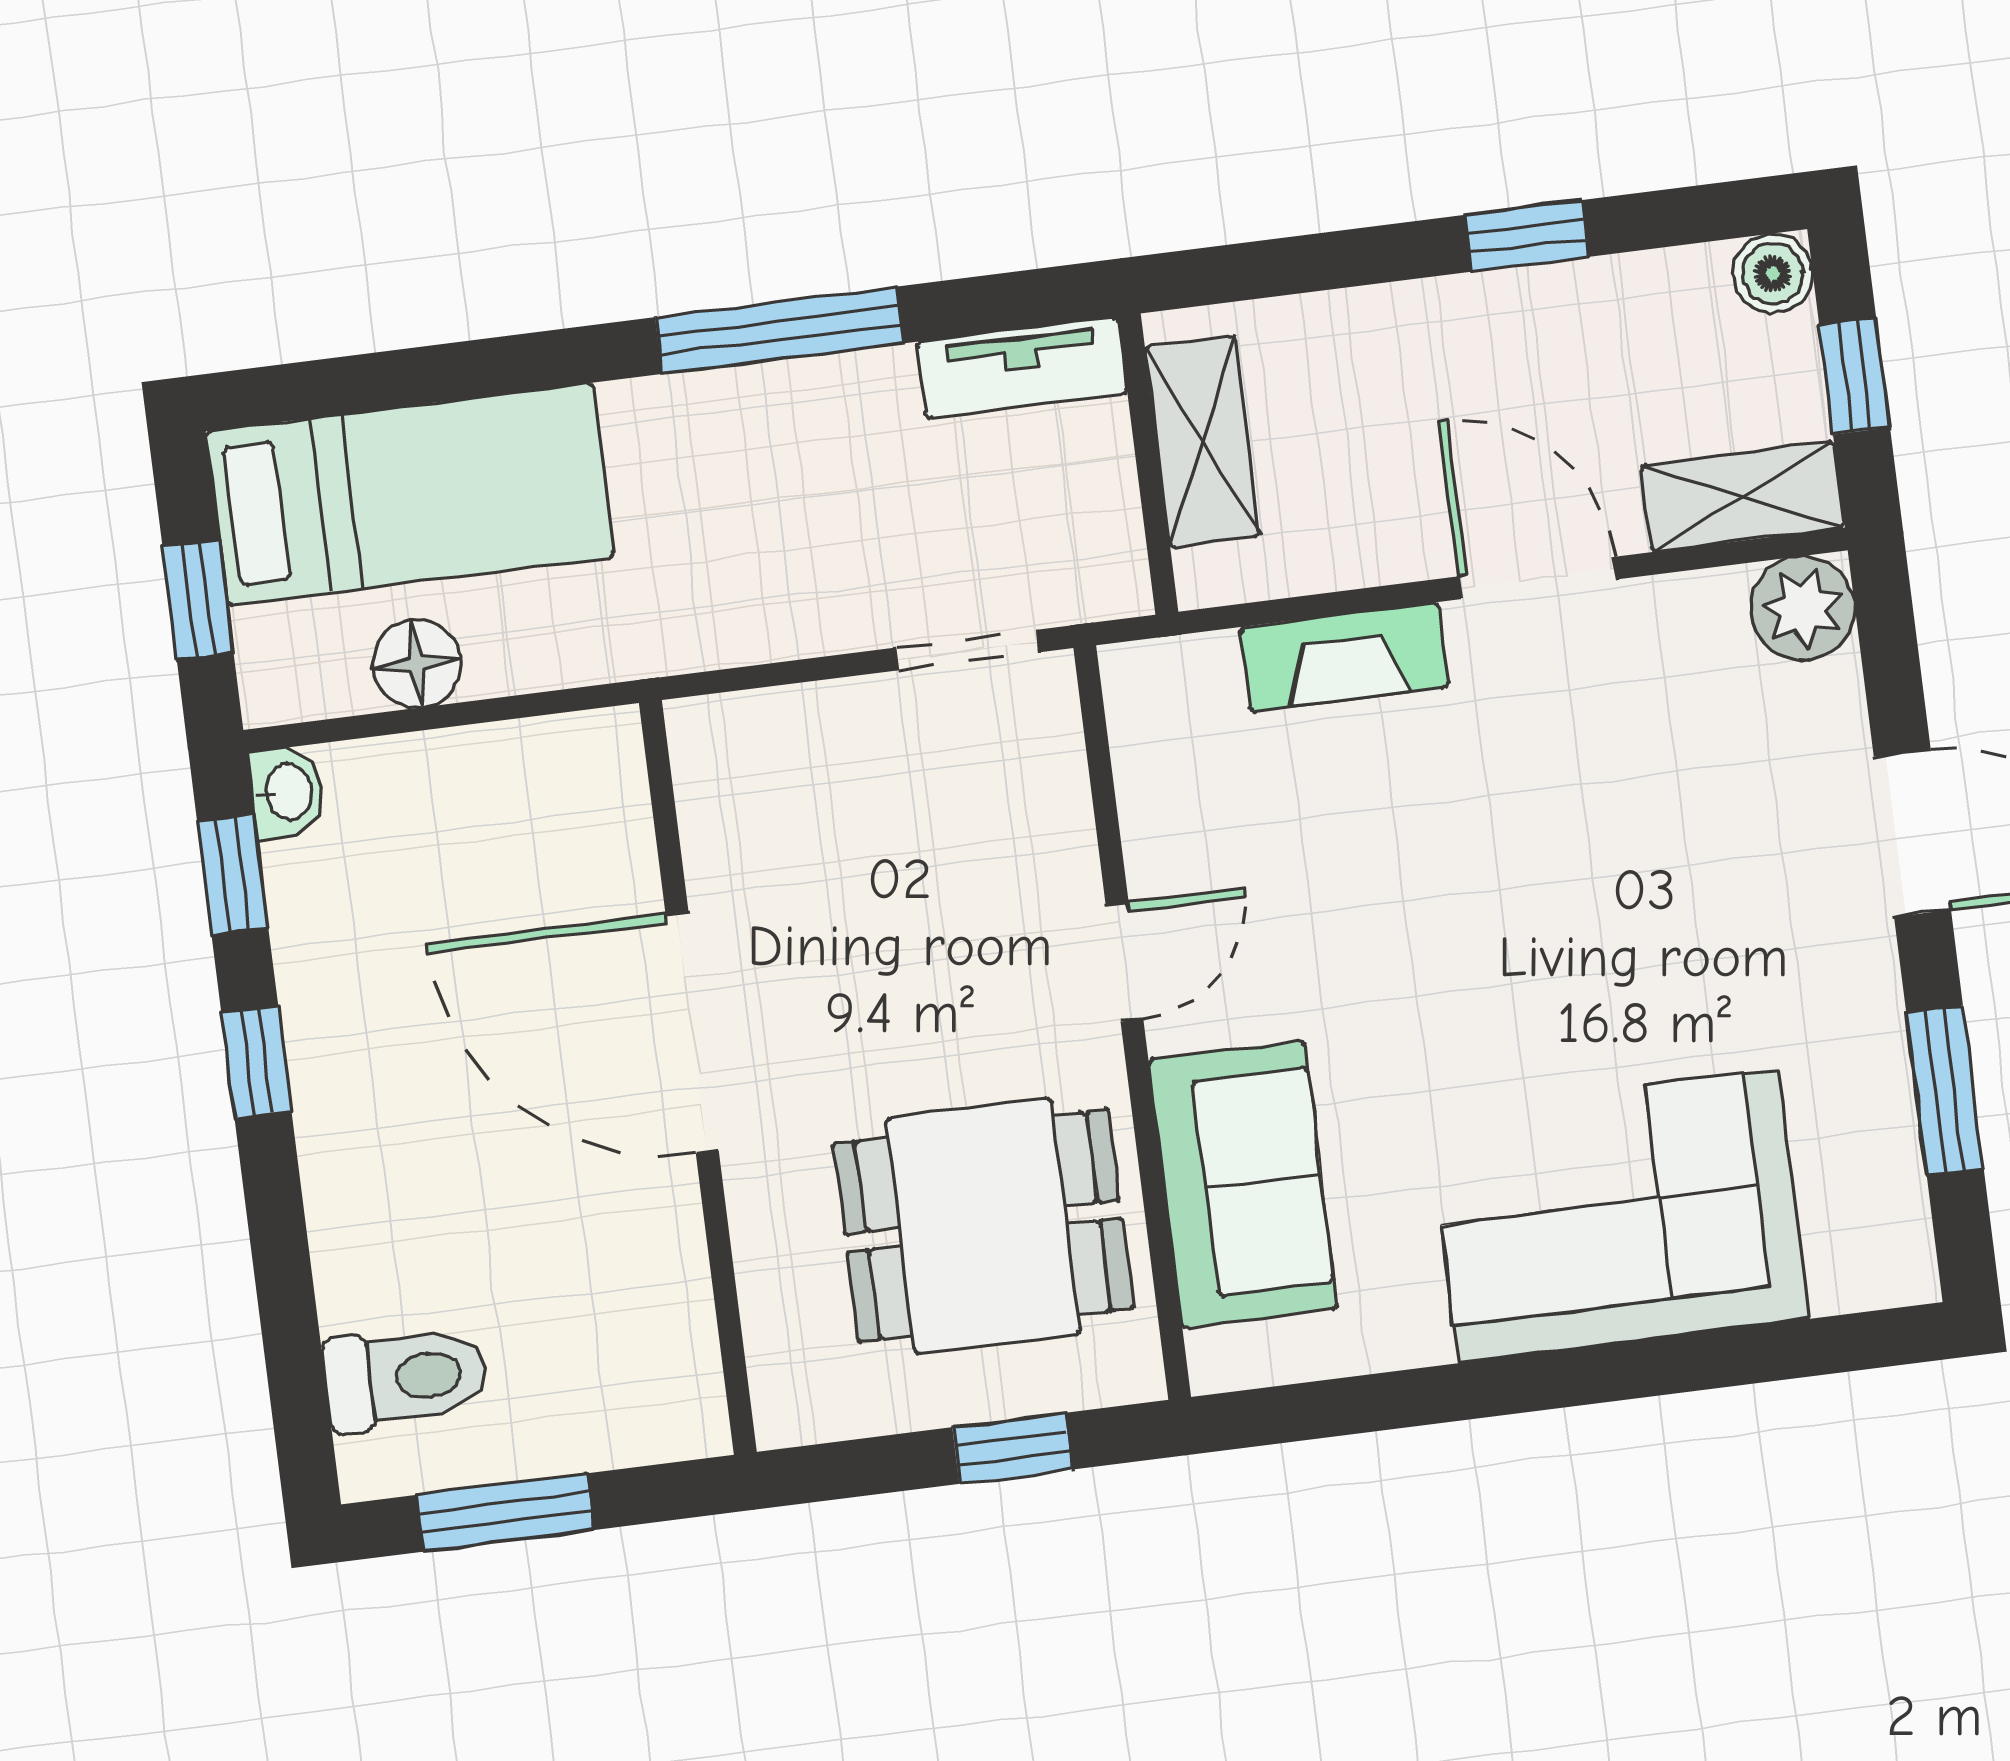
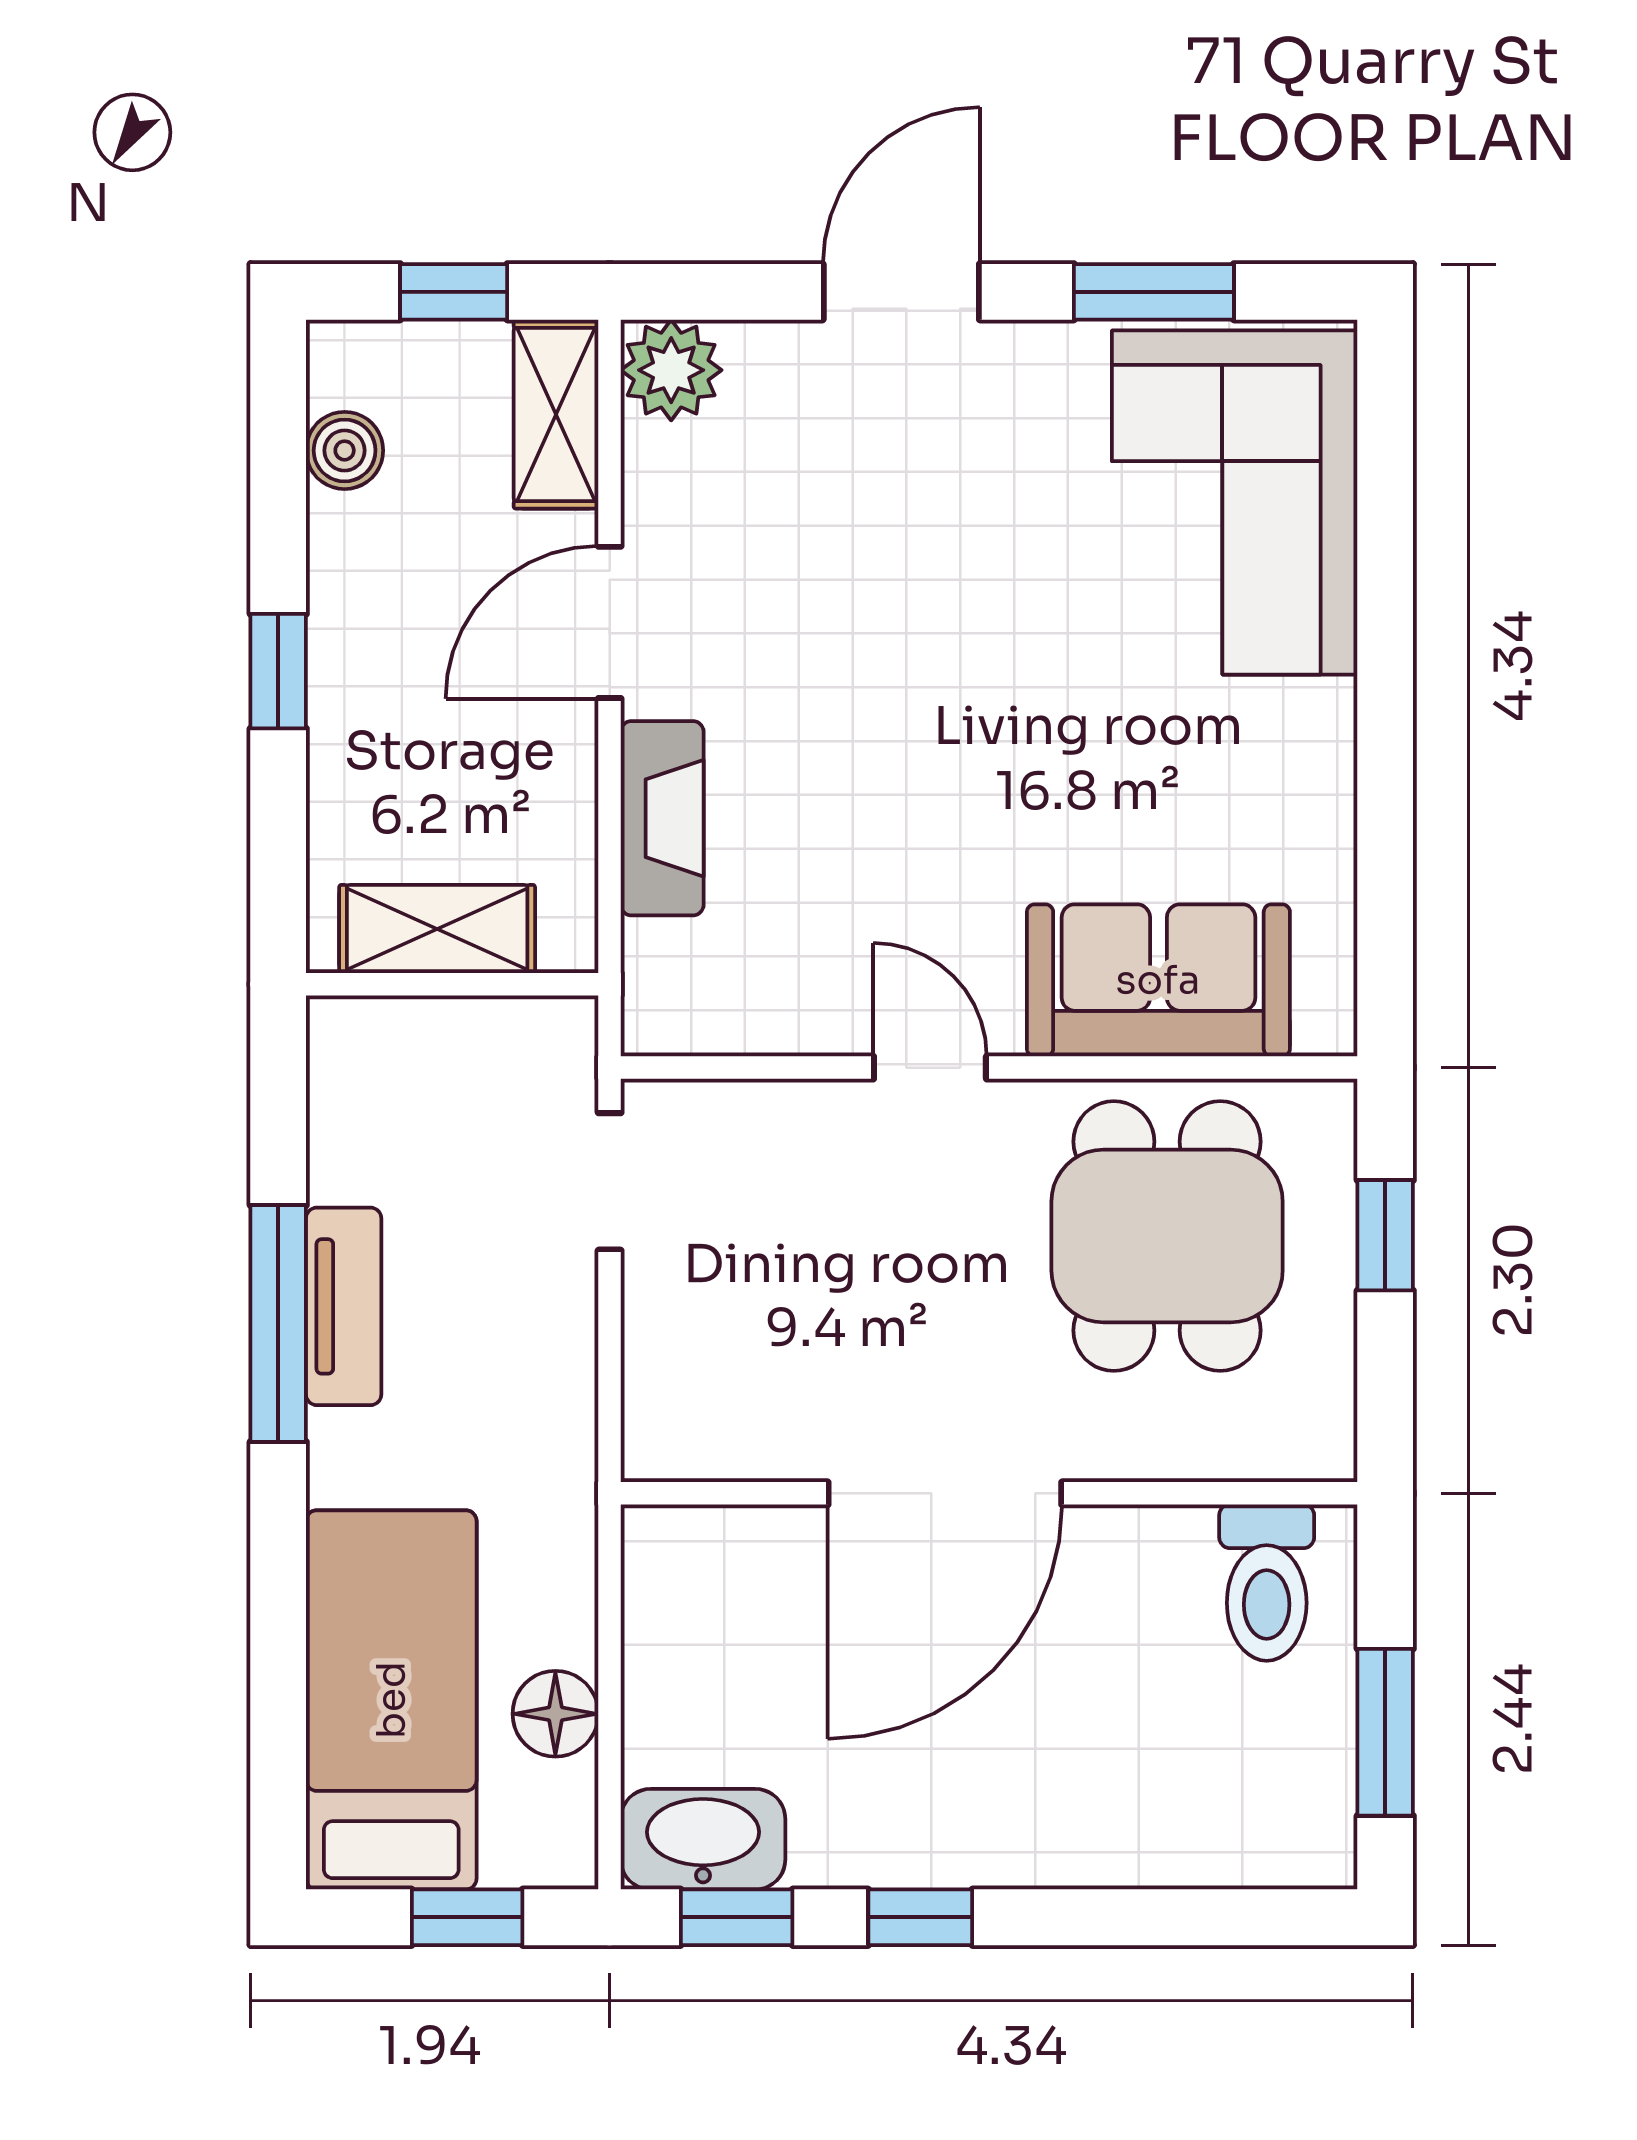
window: (1527, 236) -> (278, 671), moved
boiler: (1773, 274) -> (345, 450), moved
tv unit: (1022, 367) -> (344, 1306), moved
washbasin: (287, 792) -> (703, 1839), width x1.91, depth x1.45
corner sofa: (1619, 1216) -> (1235, 503), moved
toilet: (406, 1378) -> (1267, 1583), moved, turned 180

